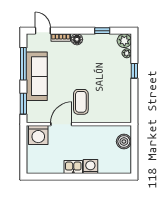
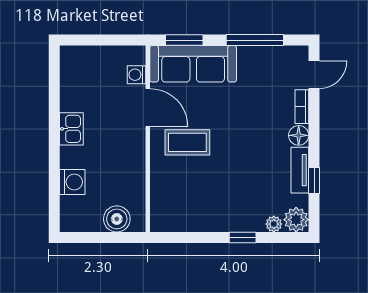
tv unit: (96, 39) -> (300, 170), added
sofa: (37, 76) -> (193, 64), moved
washing machine: (38, 135) -> (136, 75), width x0.53, depth x0.53
washing machine: (90, 167) -> (72, 182), moved

